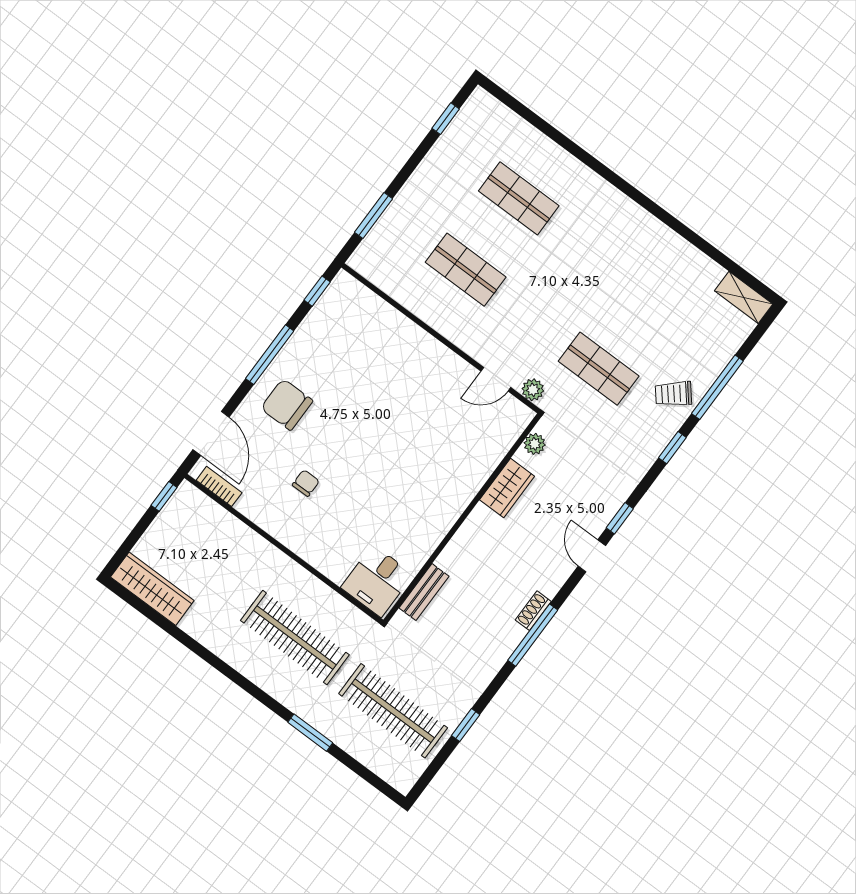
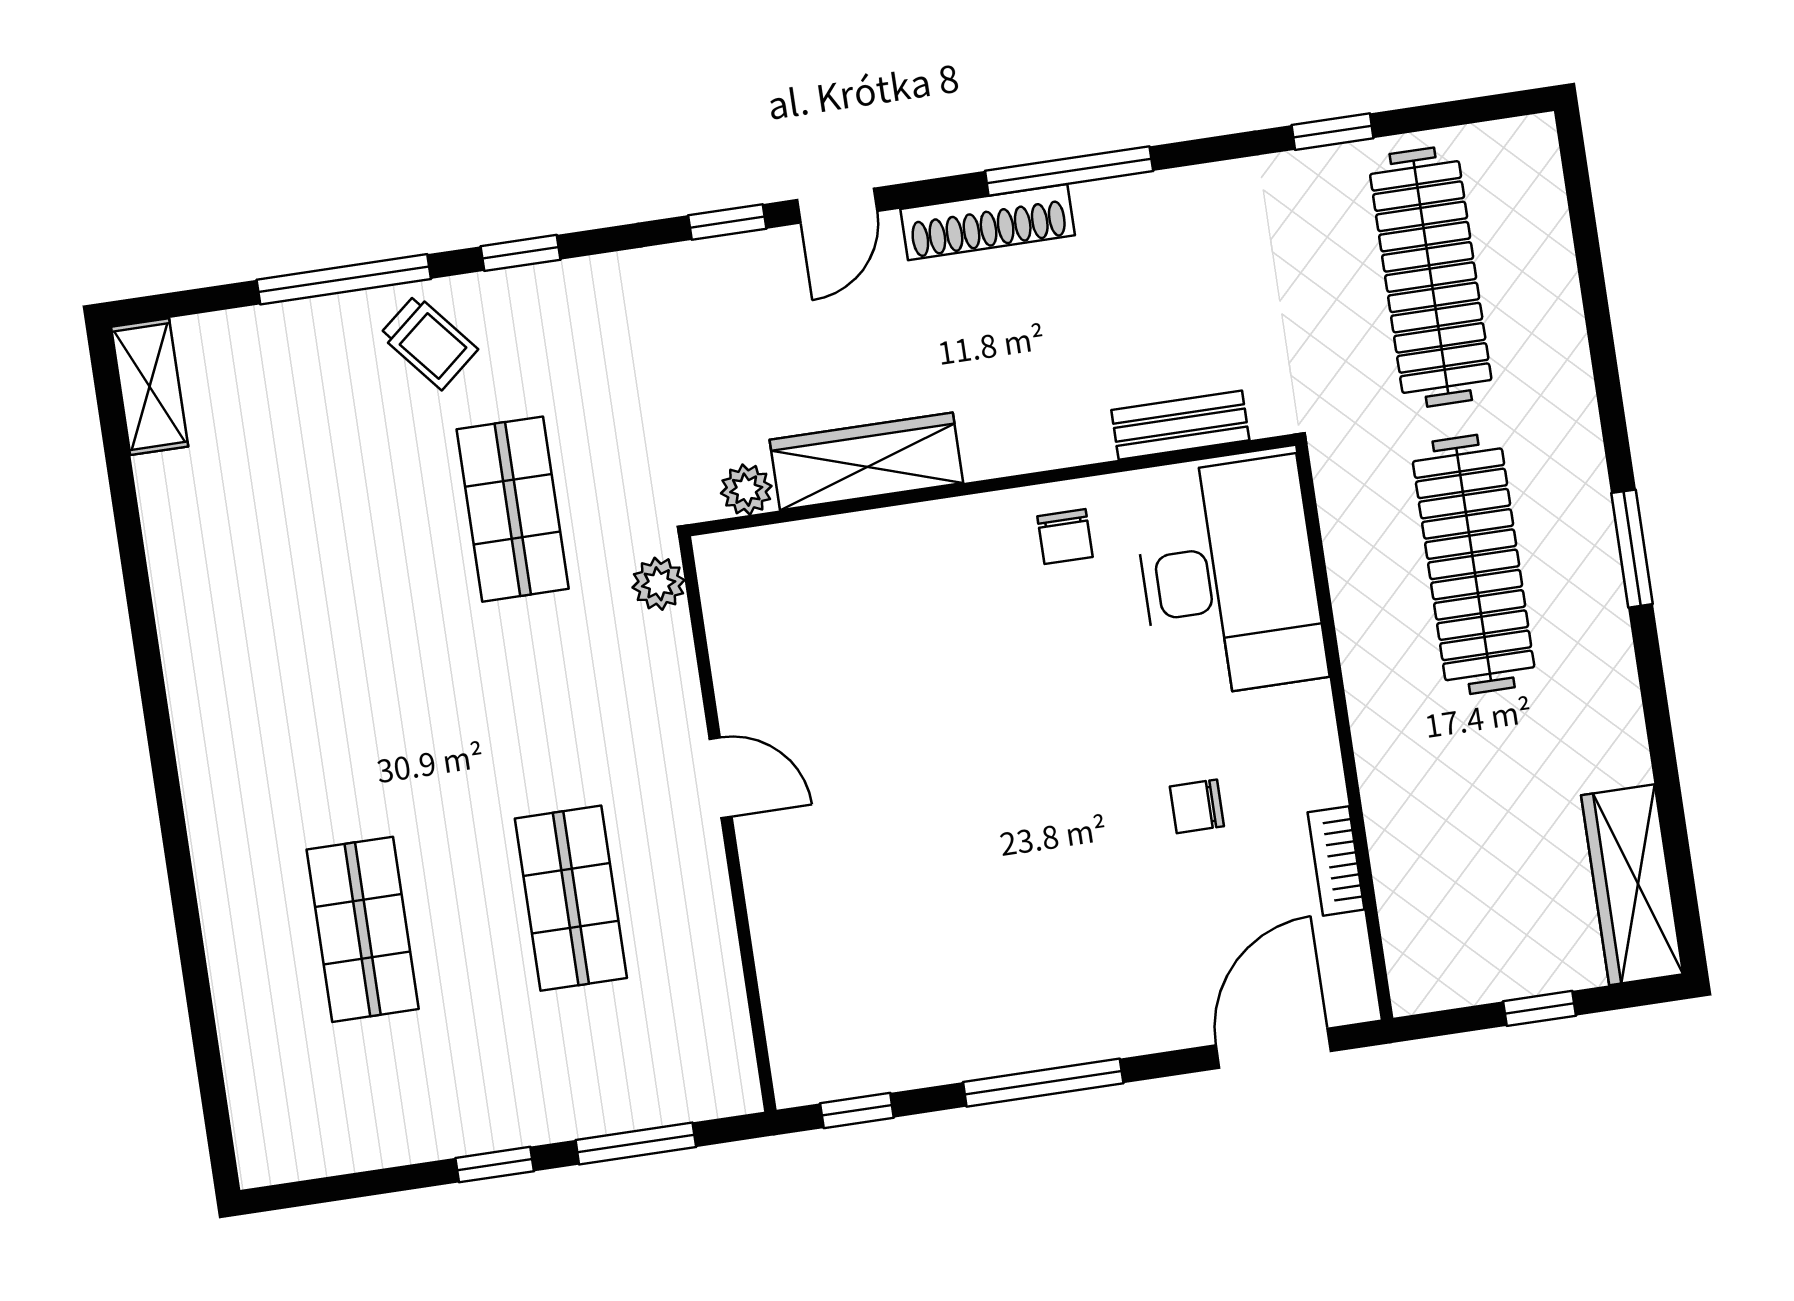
window: (446, 119) -> (495, 1165), moved
door: (496, 379) -> (721, 778), moved
chair: (287, 405) -> (1065, 537), moved, width x0.54, depth x0.54
bookcase: (219, 486) -> (1336, 861), moved
wardrobe: (507, 488) -> (866, 461), width x1.50
window: (164, 496) -> (1539, 1008), moved
desk: (377, 581) -> (1229, 577), width x1.87, depth x1.30
shoe rack: (533, 611) -> (988, 222), width x1.94, depth x1.24
window: (310, 733) -> (1632, 549), moved

